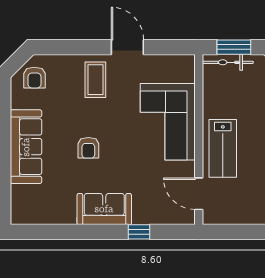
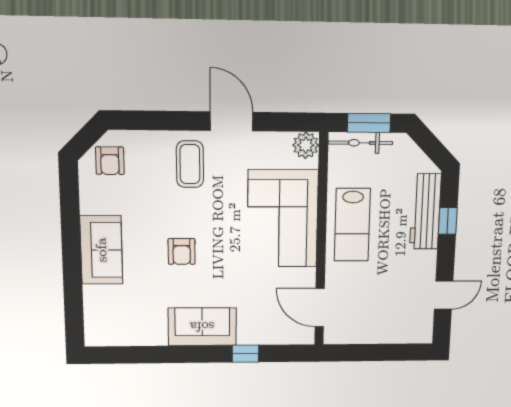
plant: (185, 65) -> (306, 145), added
sofa: (26, 147) -> (101, 250), width x0.73
lab bench: (223, 148) -> (352, 225), moved

